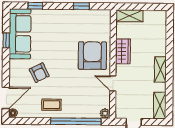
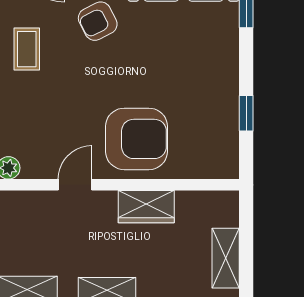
shelving: (129, 16) -> (226, 258), moved

